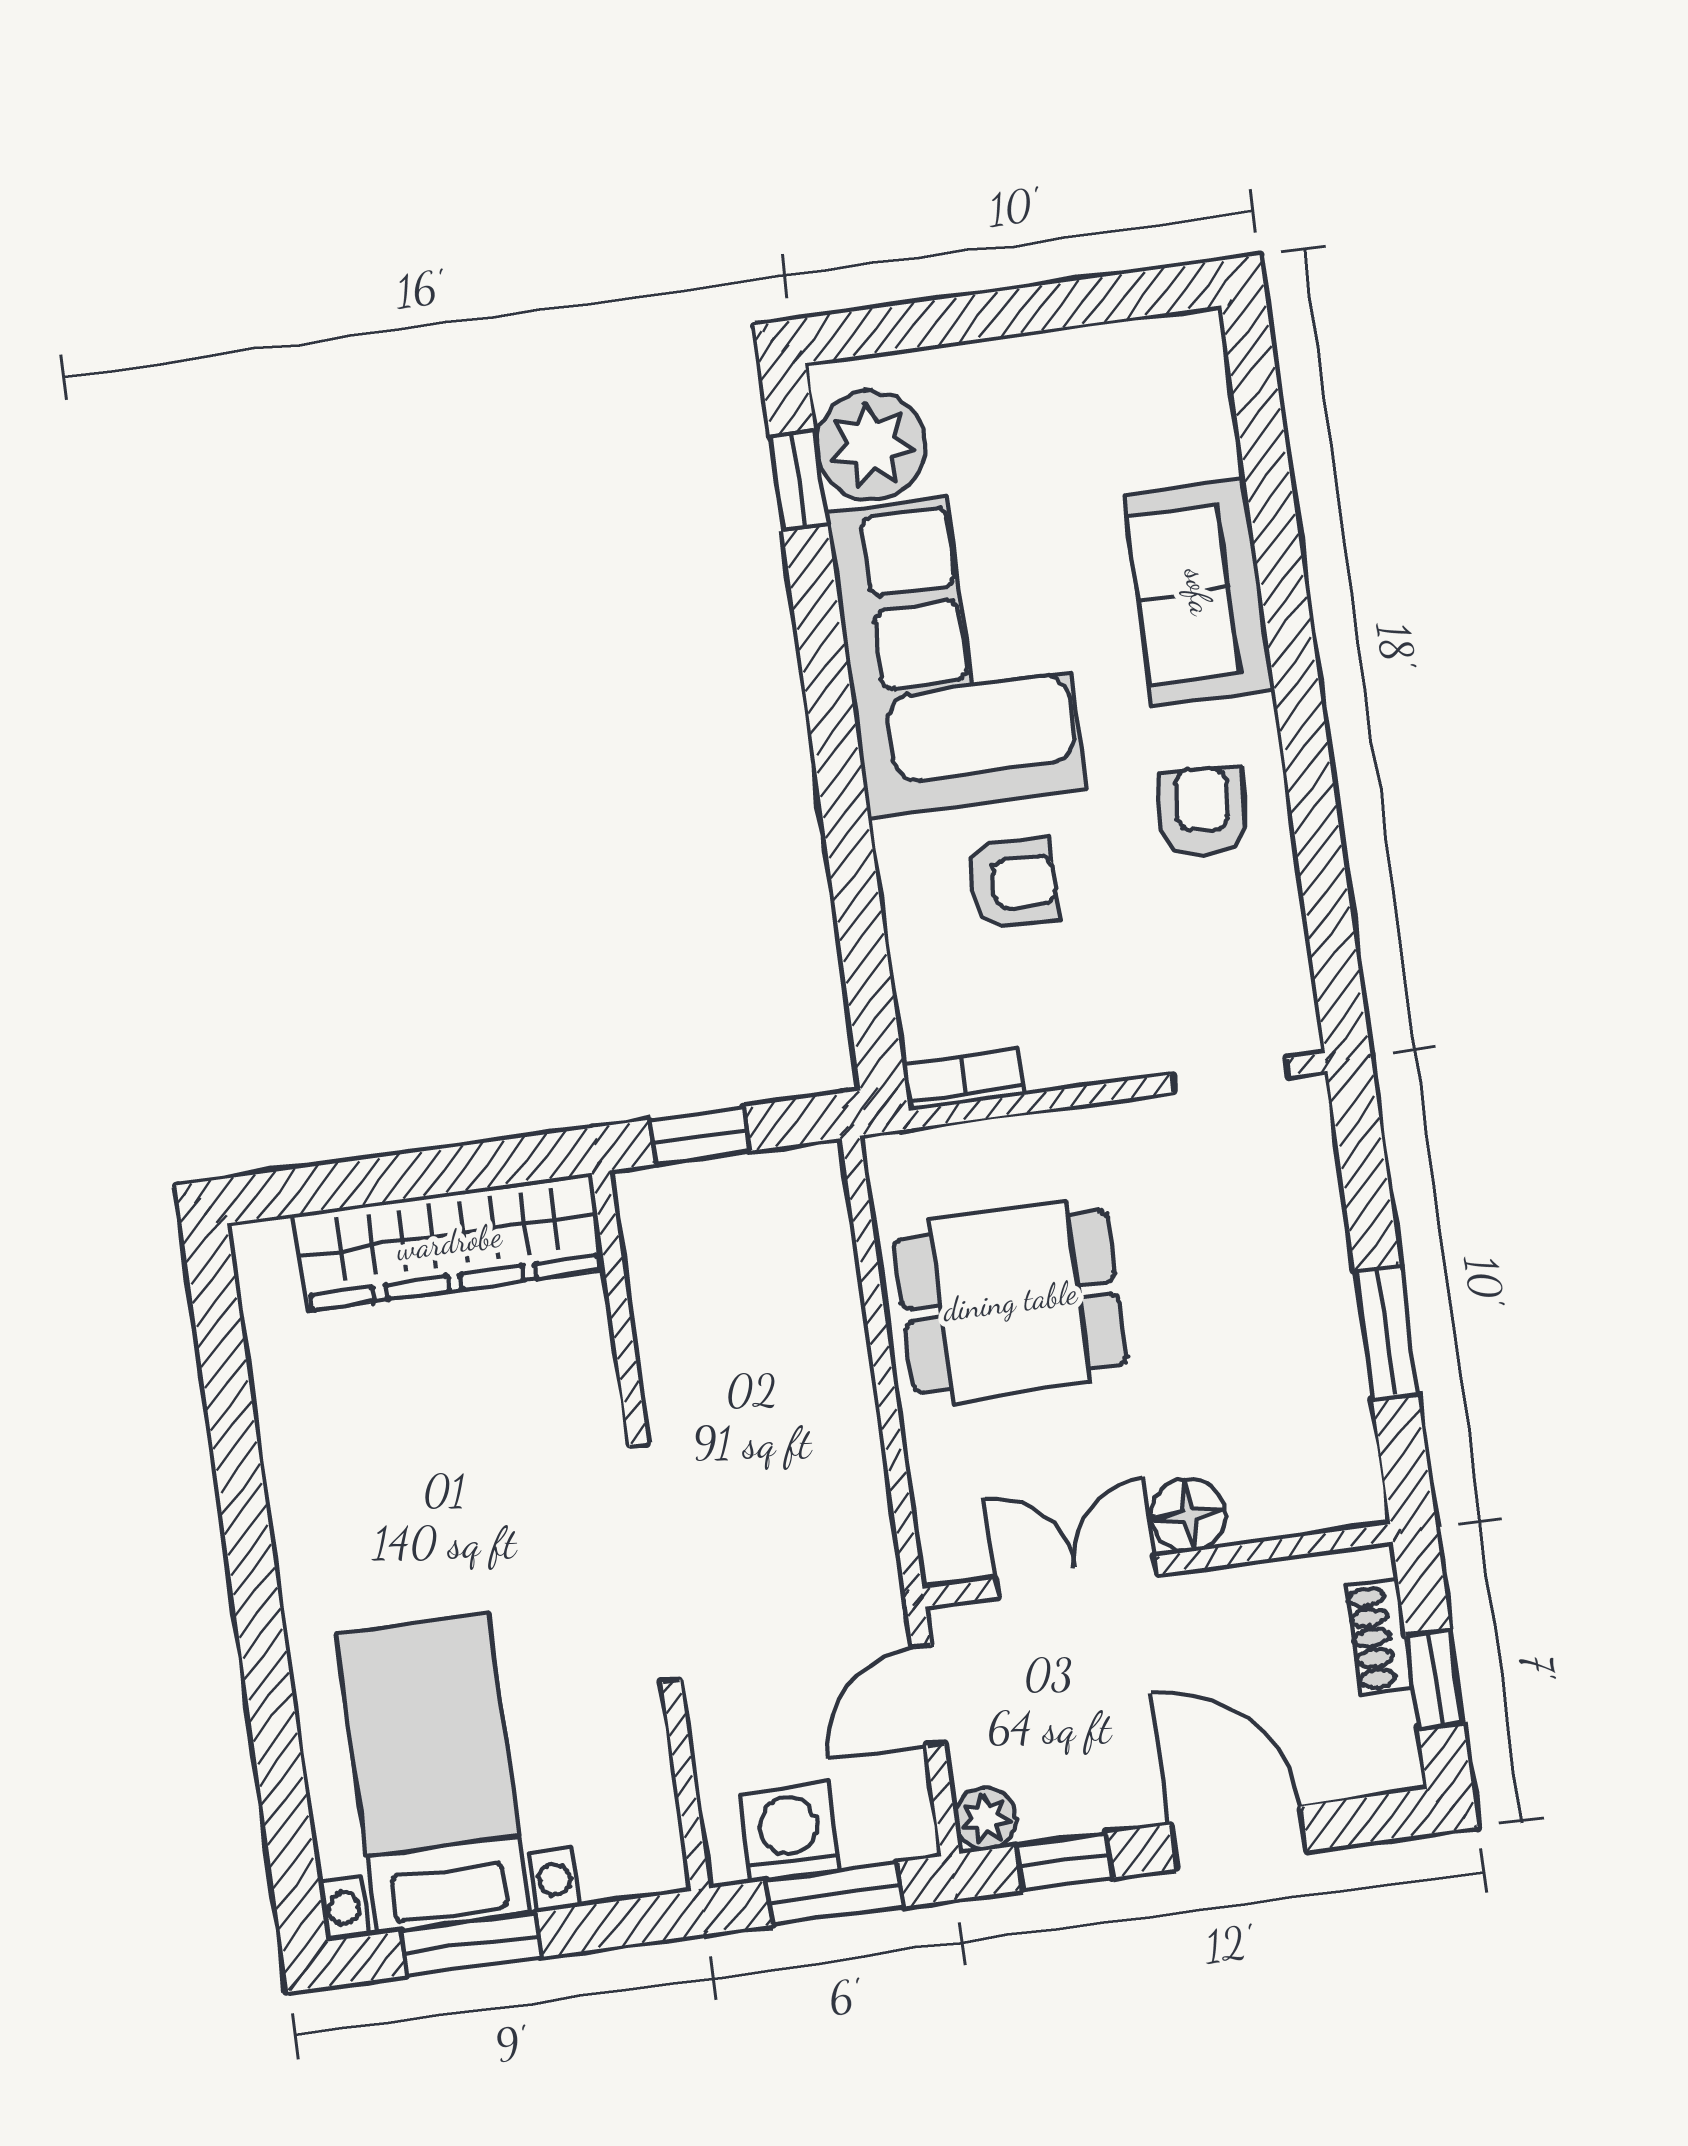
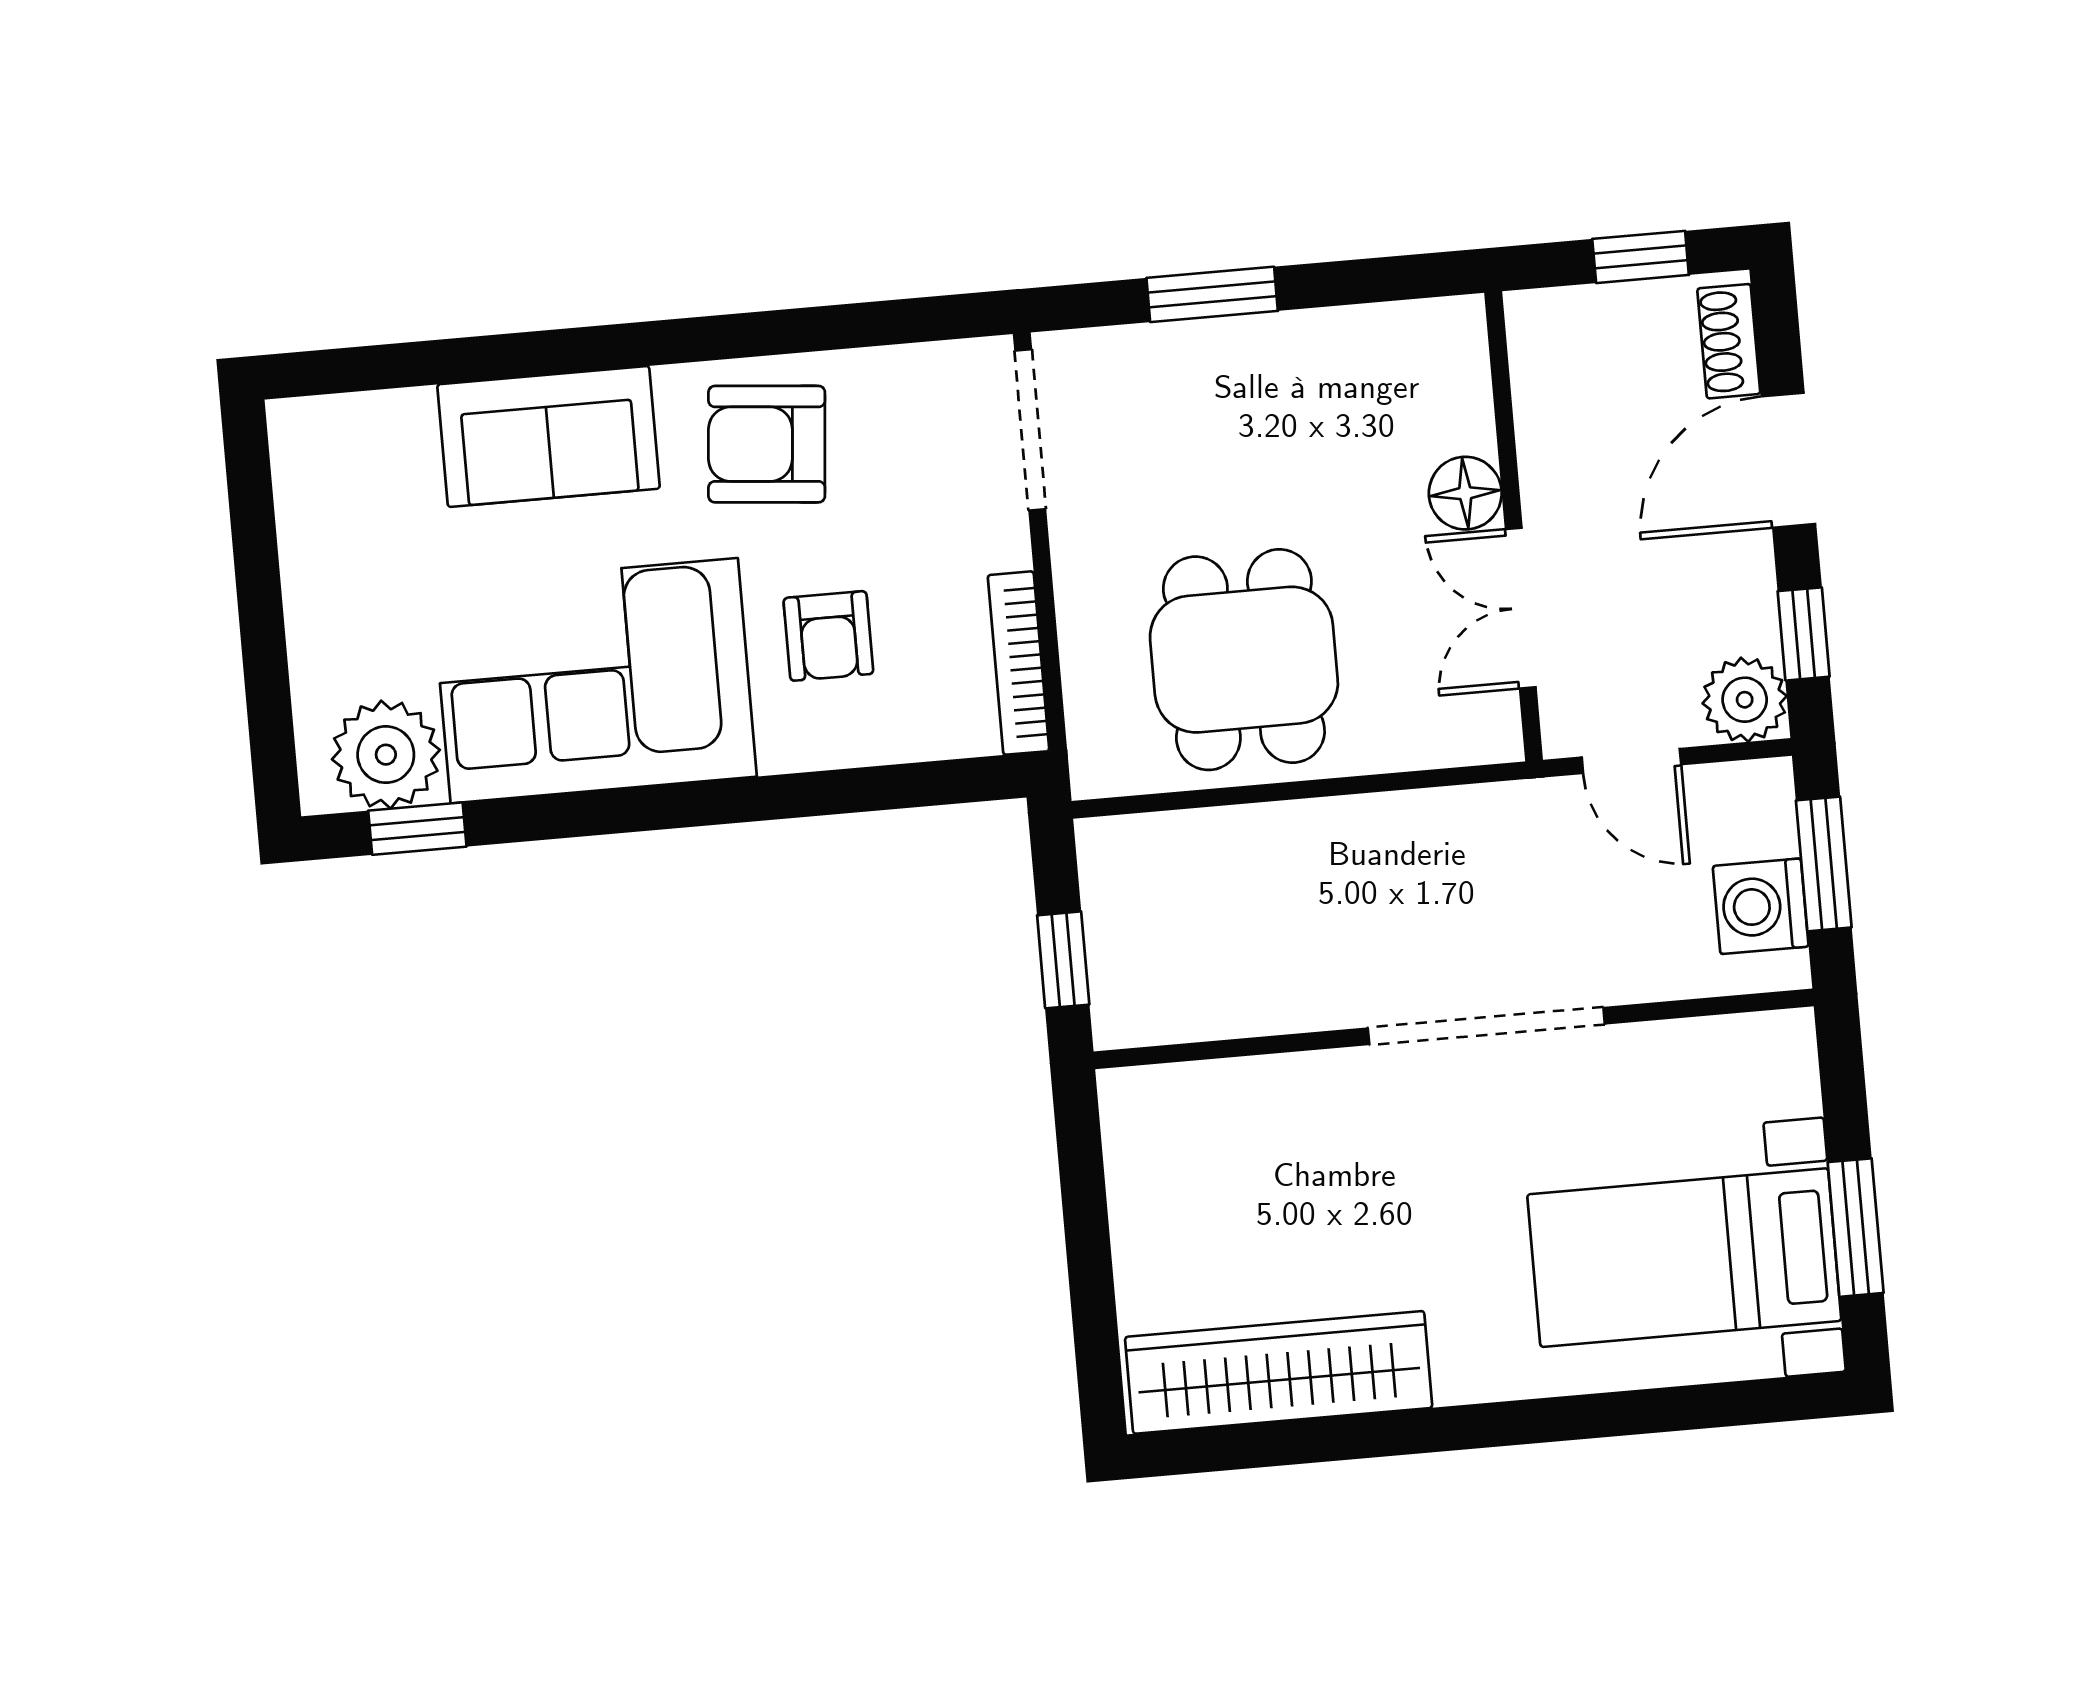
armchair: (1202, 812) -> (767, 444), width x1.38, depth x1.38
armchair: (1013, 883) -> (828, 636), turned 180
doorway: (1230, 1075) -> (1030, 430), width x1.38
bookcase: (963, 1080) -> (1018, 663), width x1.56
wardrobe: (449, 1242) -> (1279, 1372), moved, turned -90
window: (1386, 1333) -> (1212, 294), moved
shoe rack: (1379, 1637) -> (1729, 341), moved, turned 90
plant: (986, 1819) -> (1745, 700), width x1.38, depth x1.38

